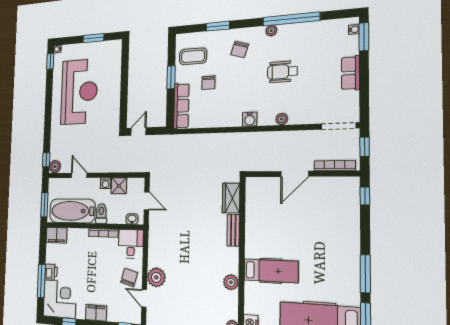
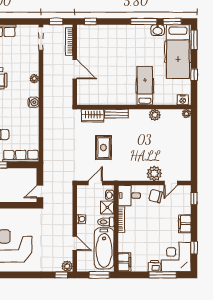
door: (138, 132) -> (40, 192), hinge flipped
door: (79, 175) -> (75, 243), swing flipped
shower: (119, 186) -> (107, 207), moved
rug: (190, 212) -> (103, 148), added
washbasin: (352, 293) -> (158, 30), added

